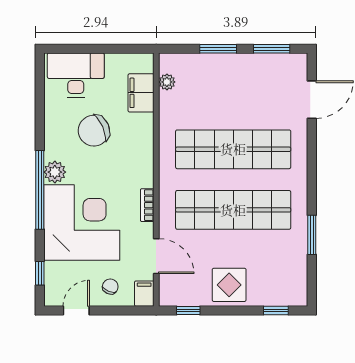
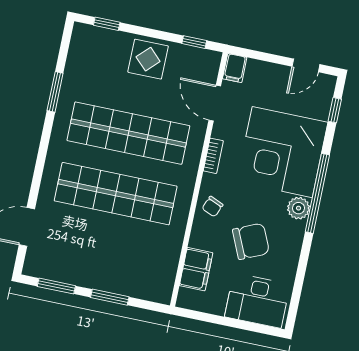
plant: (167, 82) -> (168, 275), removed
chair: (110, 287) -> (212, 207), moved

